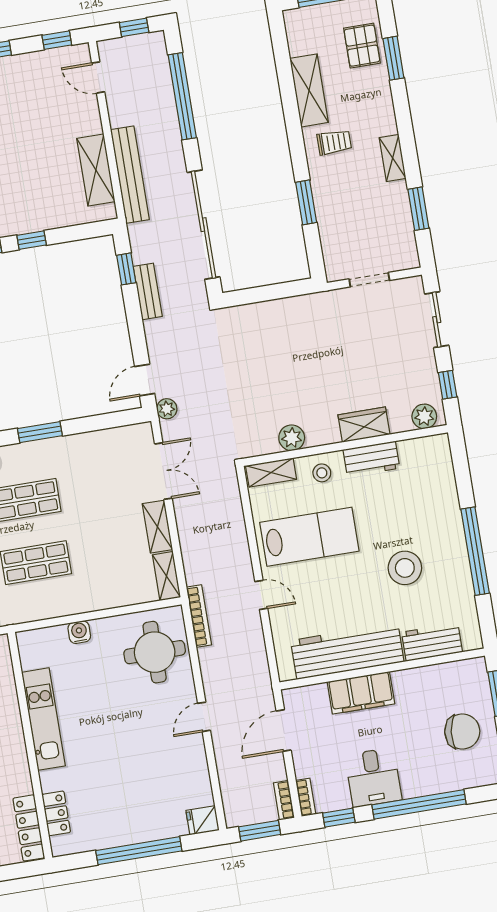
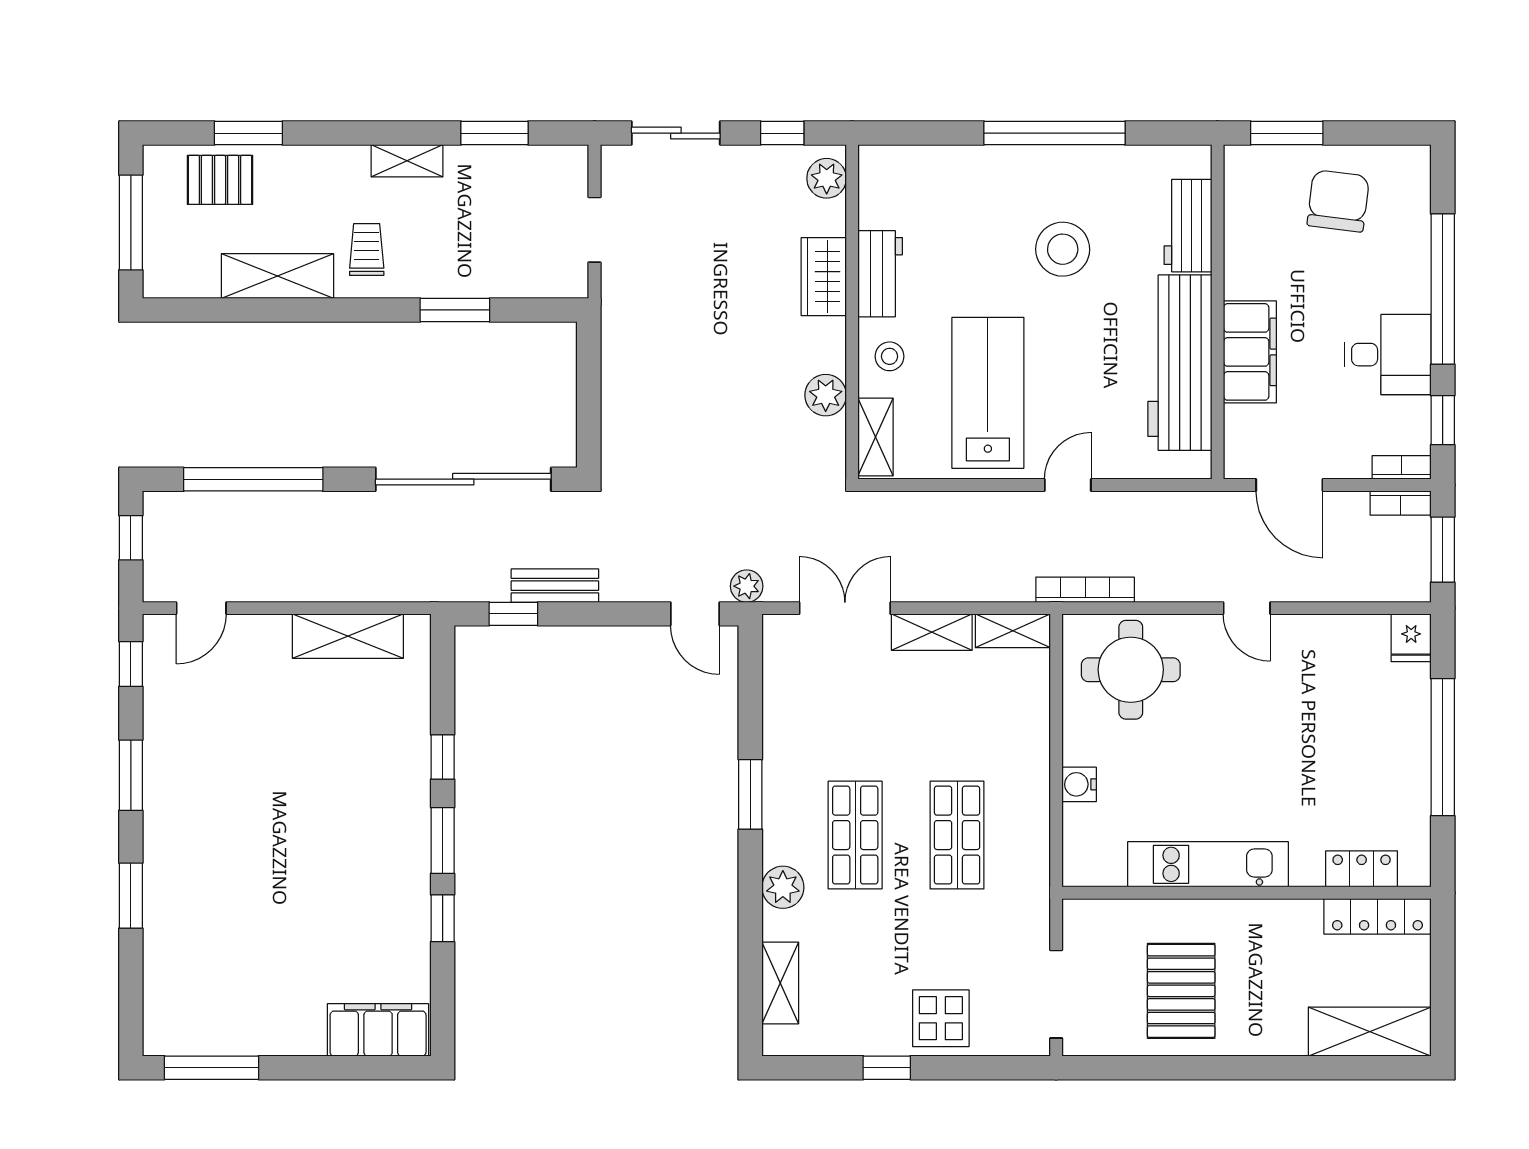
bench: (130, 175) -> (364, 583), removed

